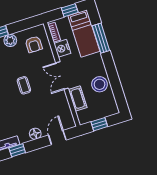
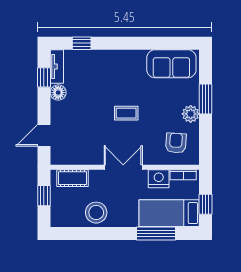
armchair: (34, 44) -> (176, 143), turned 94
cot: (78, 98) -> (73, 178), moved
floor lamp: (35, 134) -> (58, 93), moved
door: (57, 138) -> (44, 135), swing flipped

